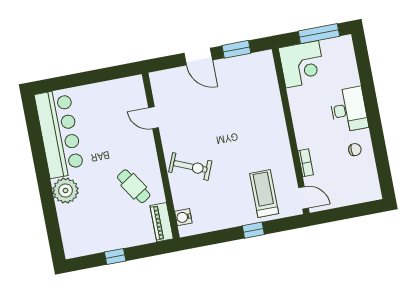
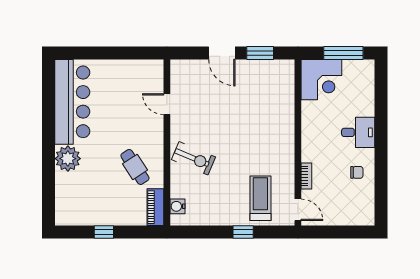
desk: (349, 110) -> (358, 132), width x0.73

